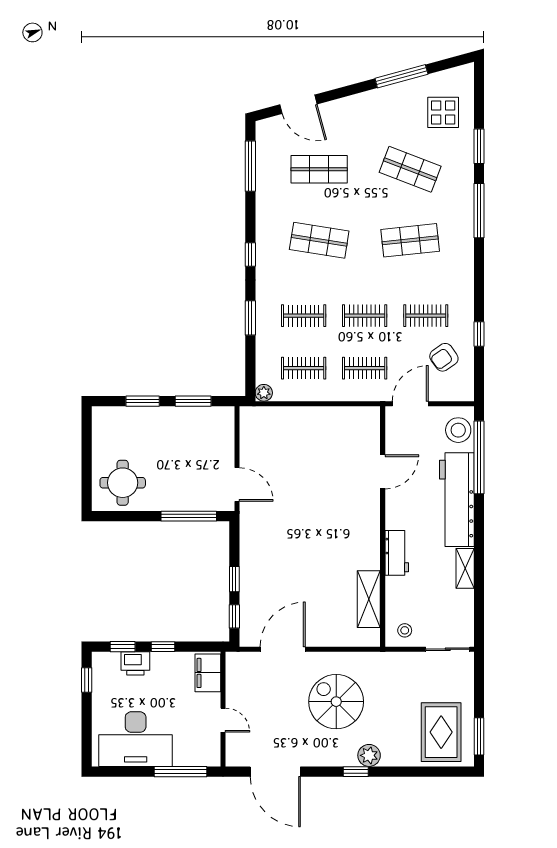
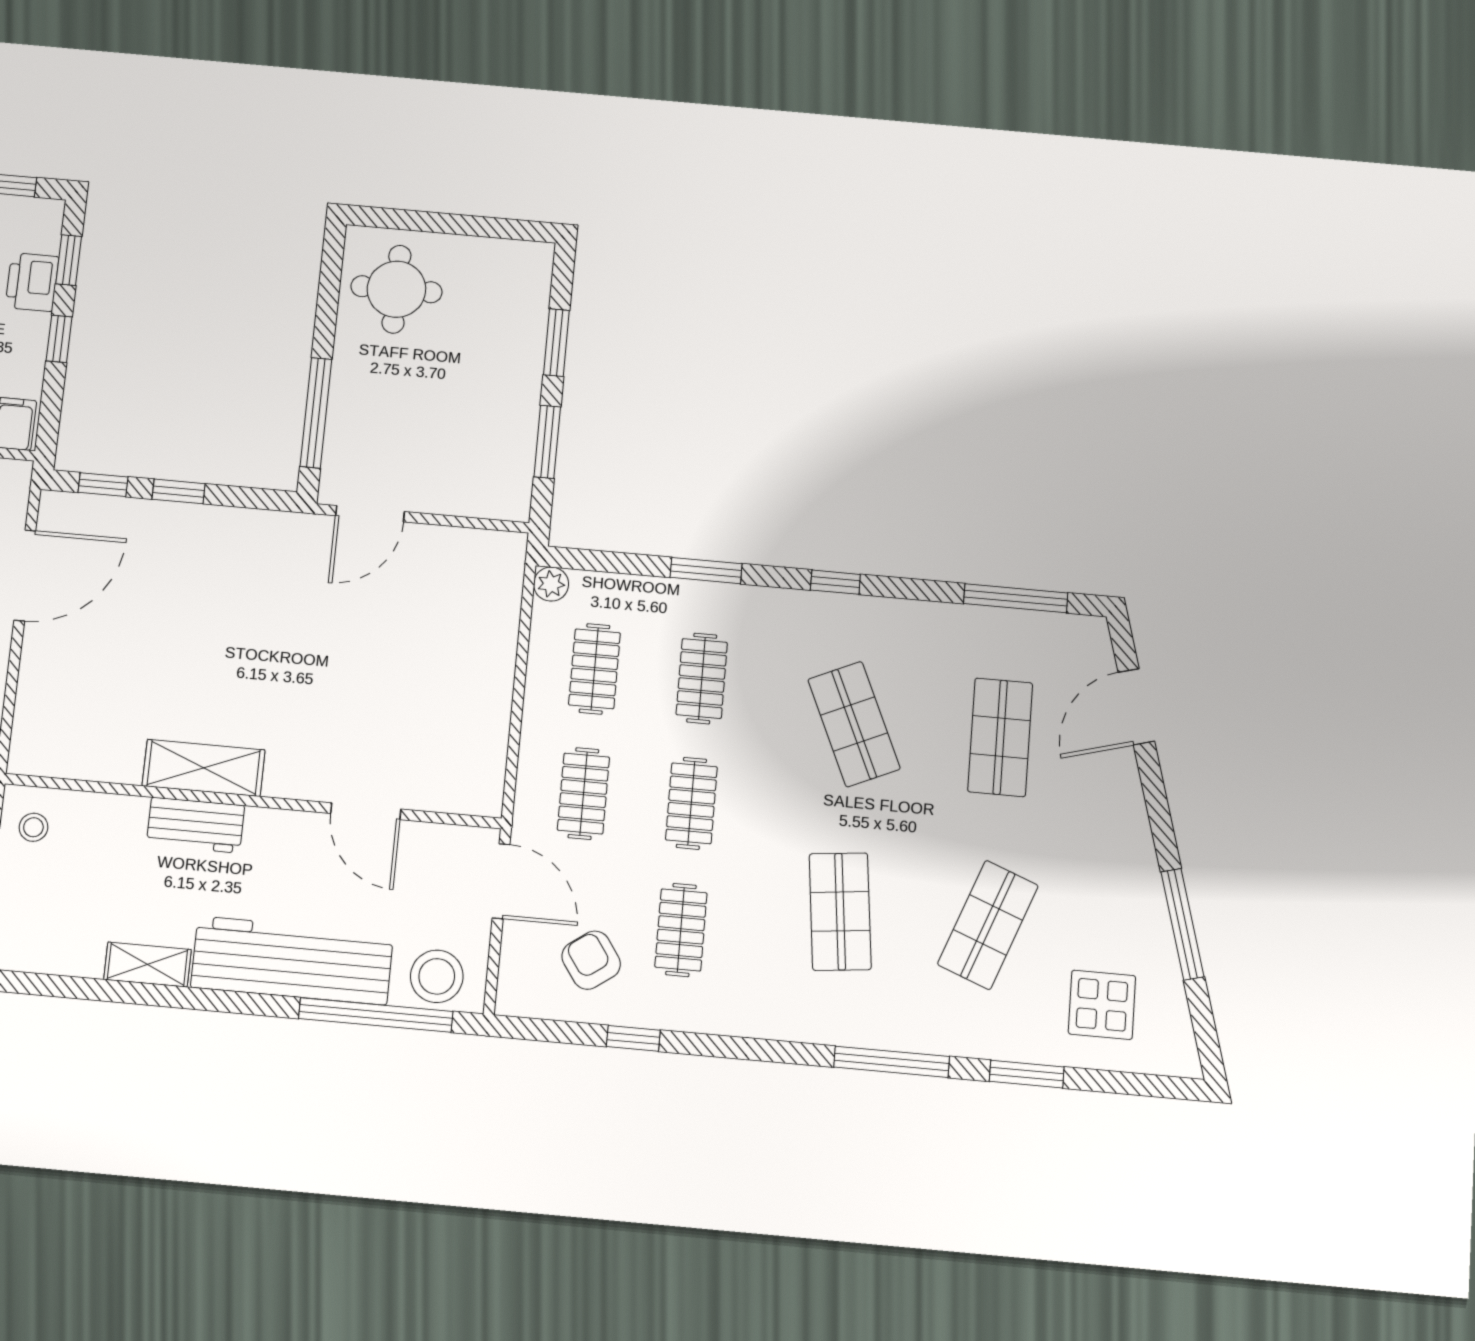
shop shelf: (319, 240) -> (854, 724), turned -33
shelving: (369, 599) -> (204, 768), moved
door: (283, 649) -> (25, 575), hinge flipped

